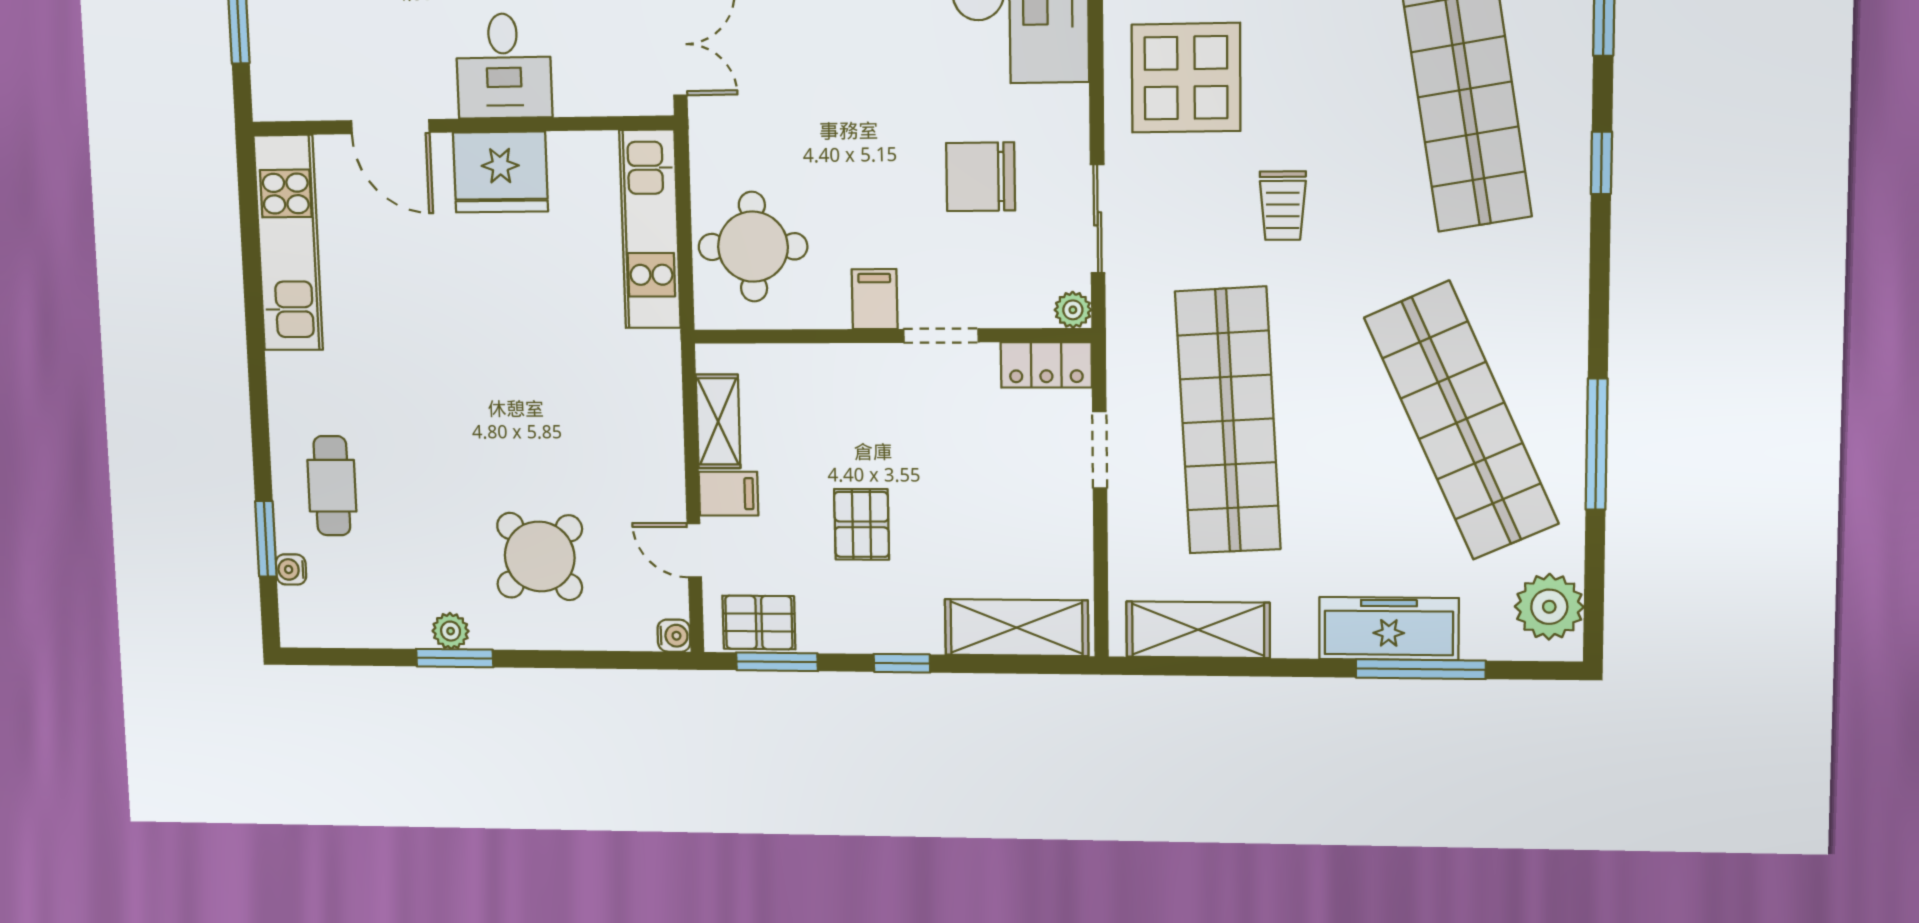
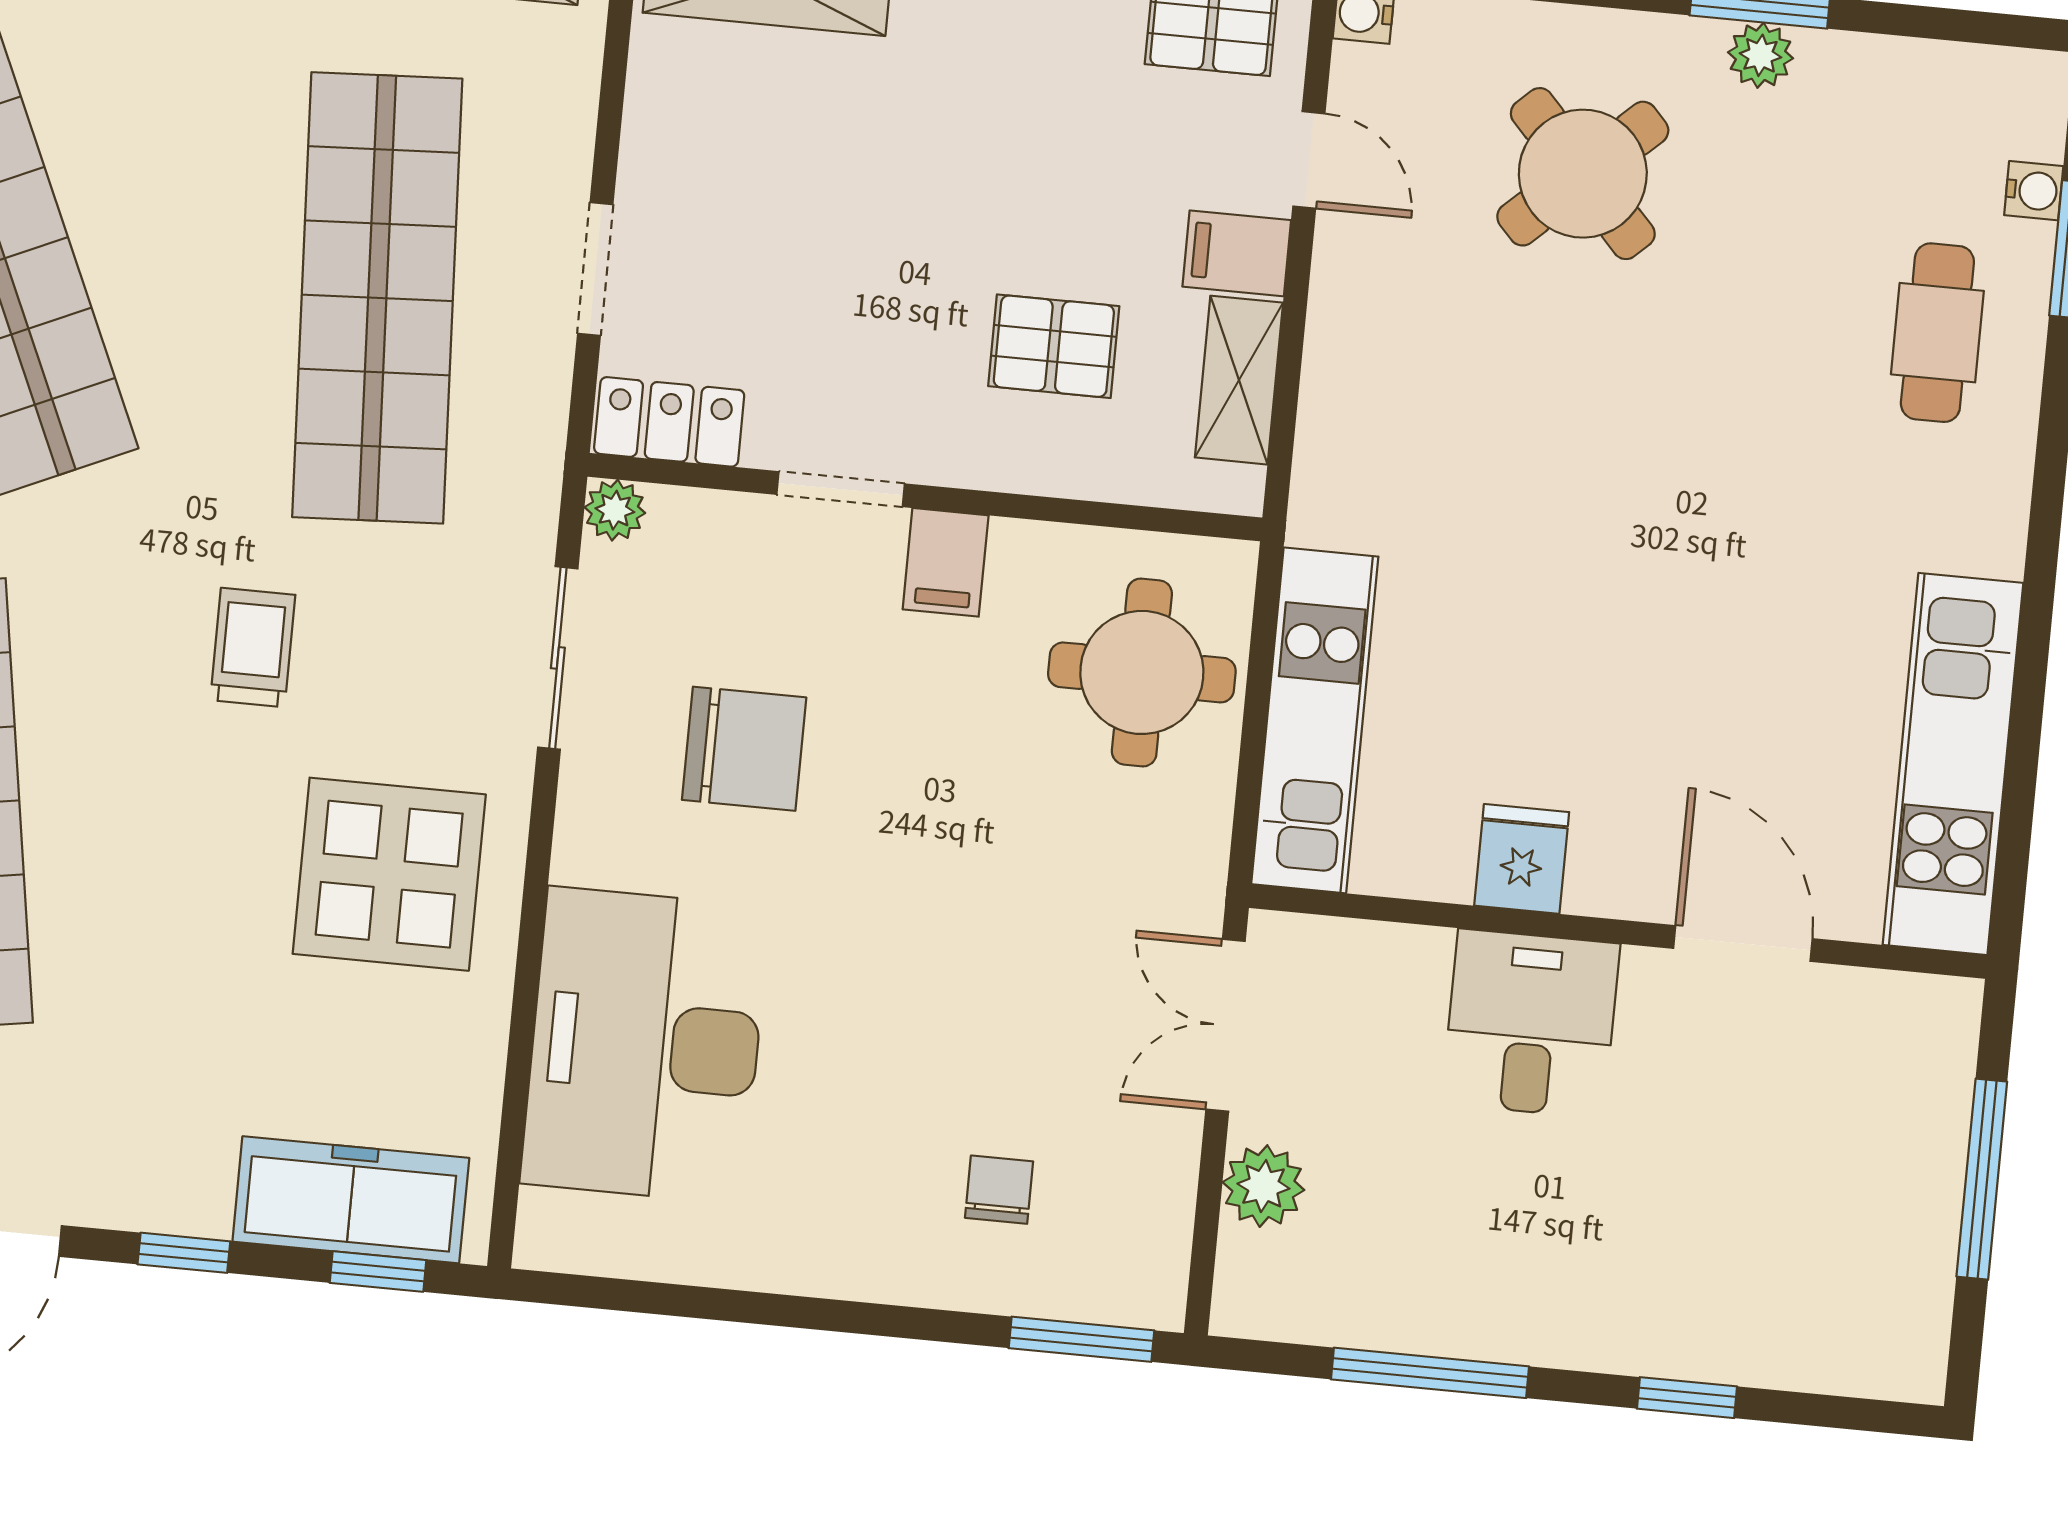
fridge: (500, 172) -> (1522, 859), width x0.53, depth x0.75
pallet: (862, 524) -> (1054, 346), moved, turned 90

